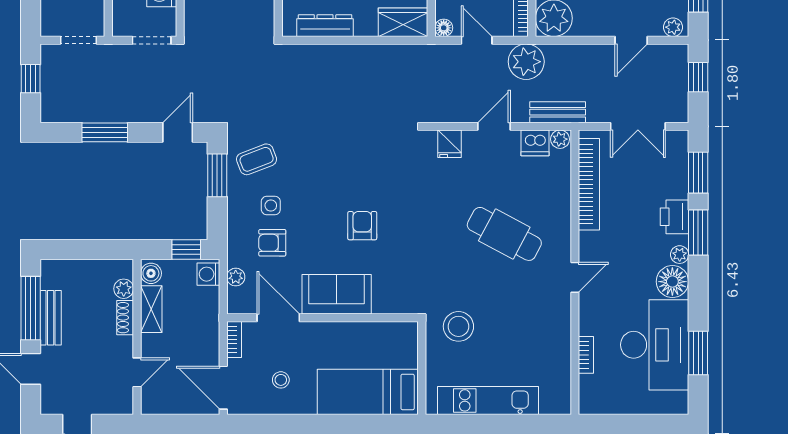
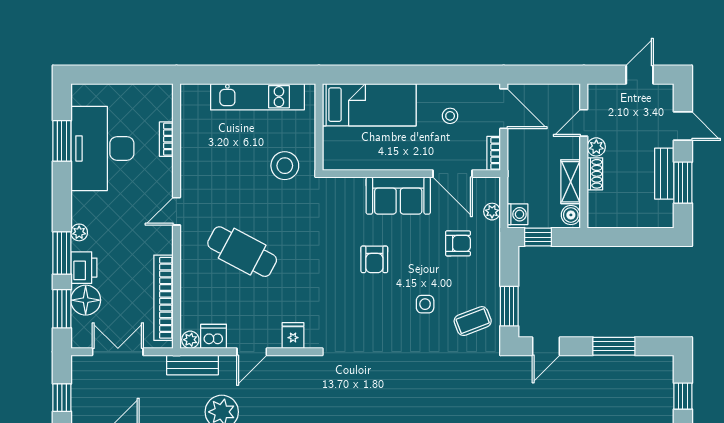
side table: (271, 205) -> (425, 304), moved
floor lamp: (672, 282) -> (86, 300), moved
plant: (124, 289) -> (596, 147), moved
window: (31, 308) -> (683, 183), width x0.69

